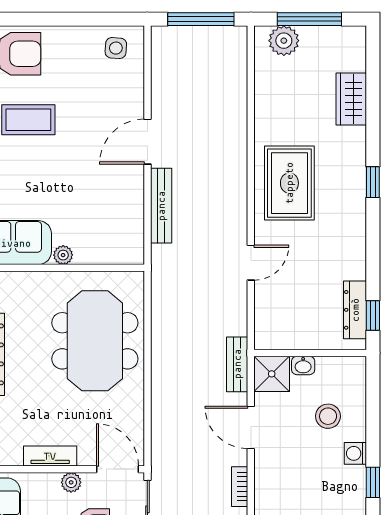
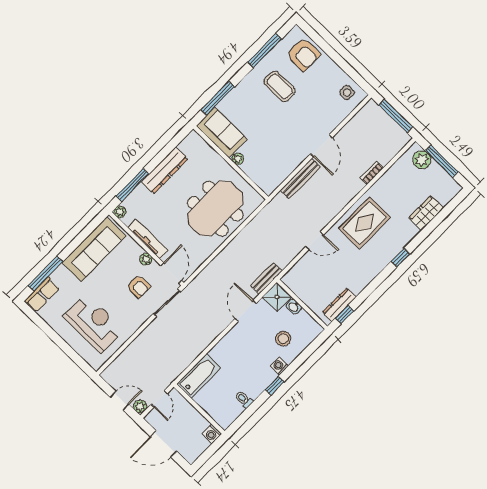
door: (147, 142) -> (321, 146), swing flipped
tv unit: (50, 456) -> (148, 239), width x1.41
bookcase: (240, 487) -> (372, 173), moved

